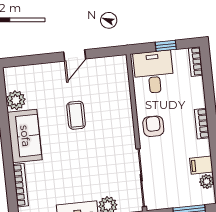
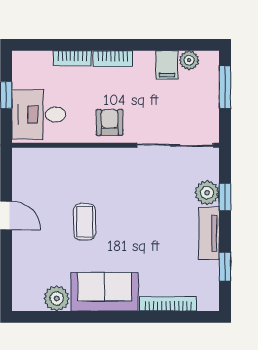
bookcase: (196, 62) -> (72, 58), moved
coffee table: (76, 115) -> (85, 222), turned 90
armchair: (153, 126) -> (110, 122), turned 90

